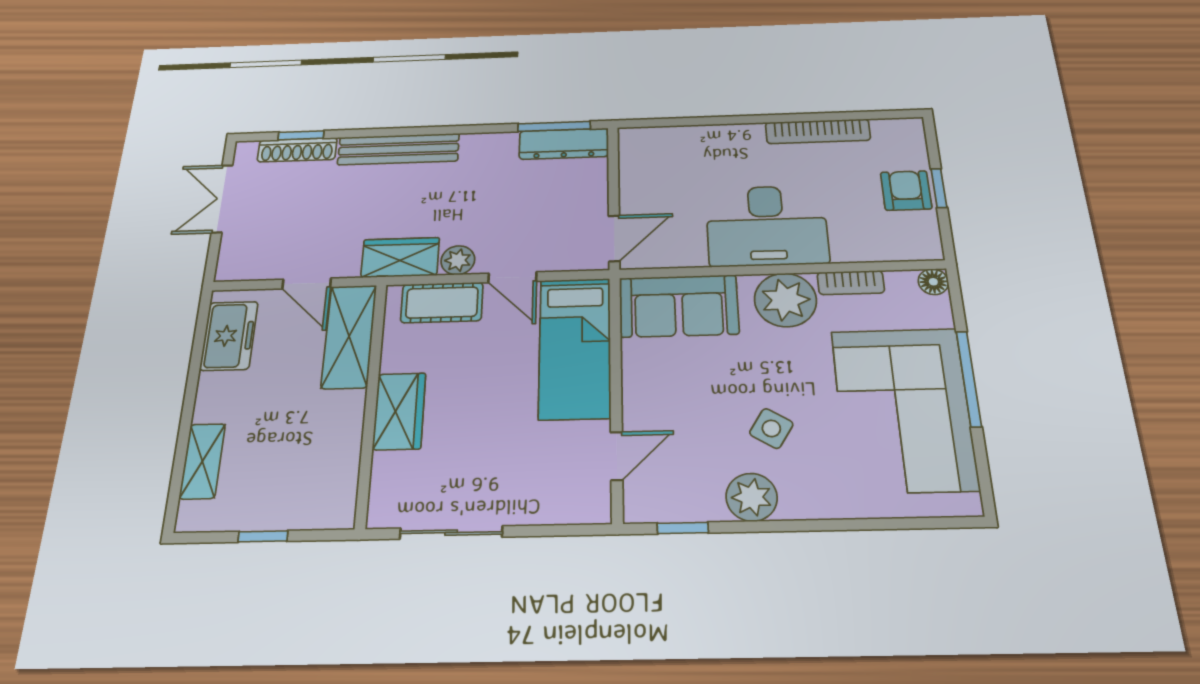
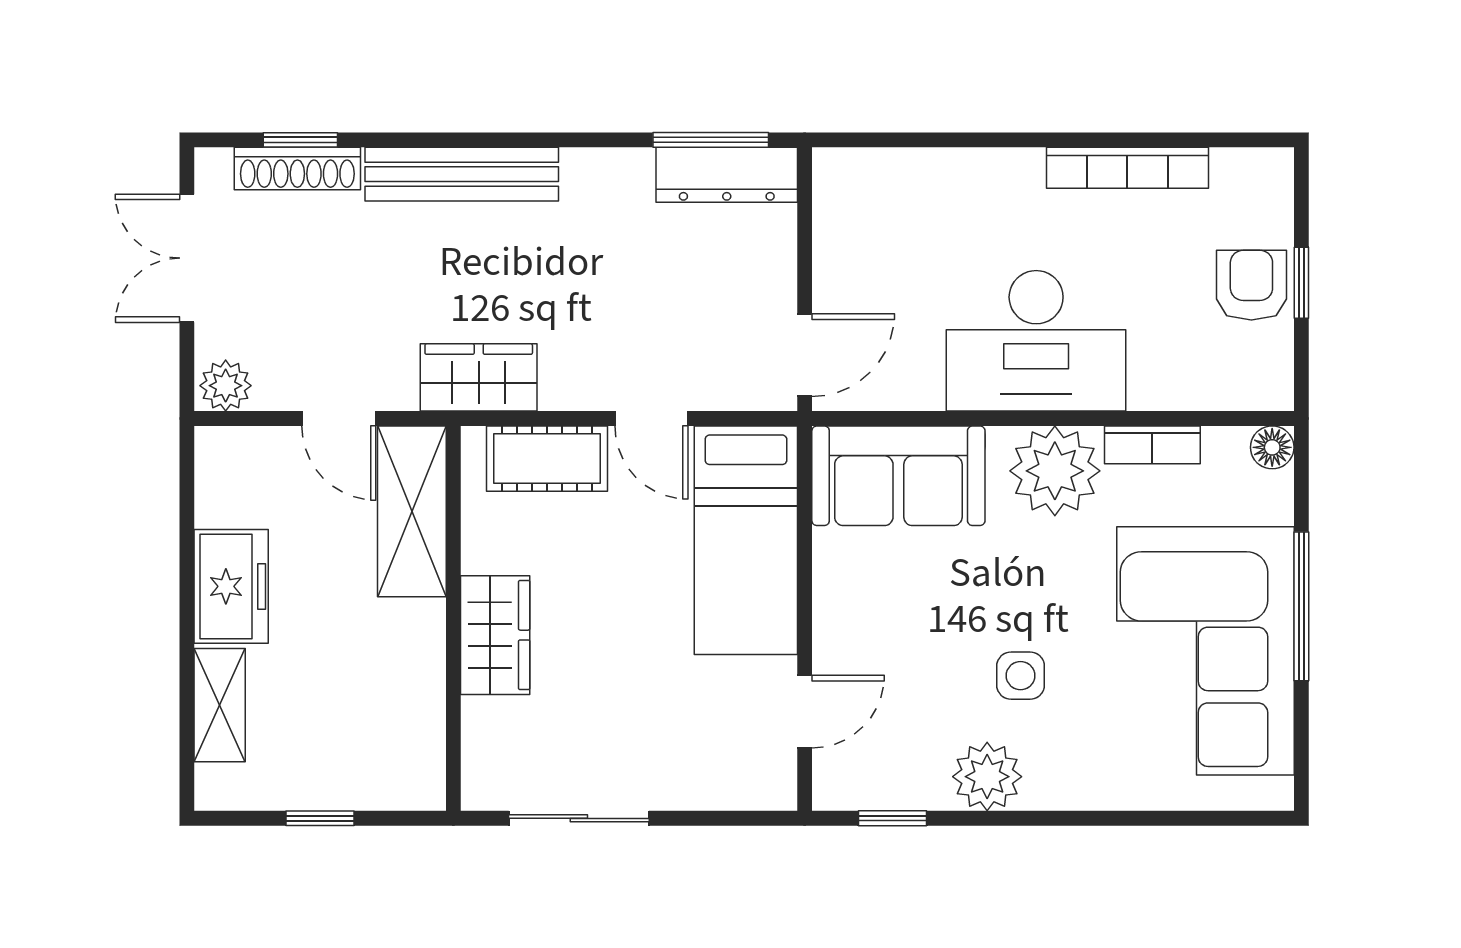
plant: (458, 260) -> (226, 386), moved
freezer: (229, 336) -> (231, 586), moved
side table: (771, 428) -> (1021, 676), turned -32

